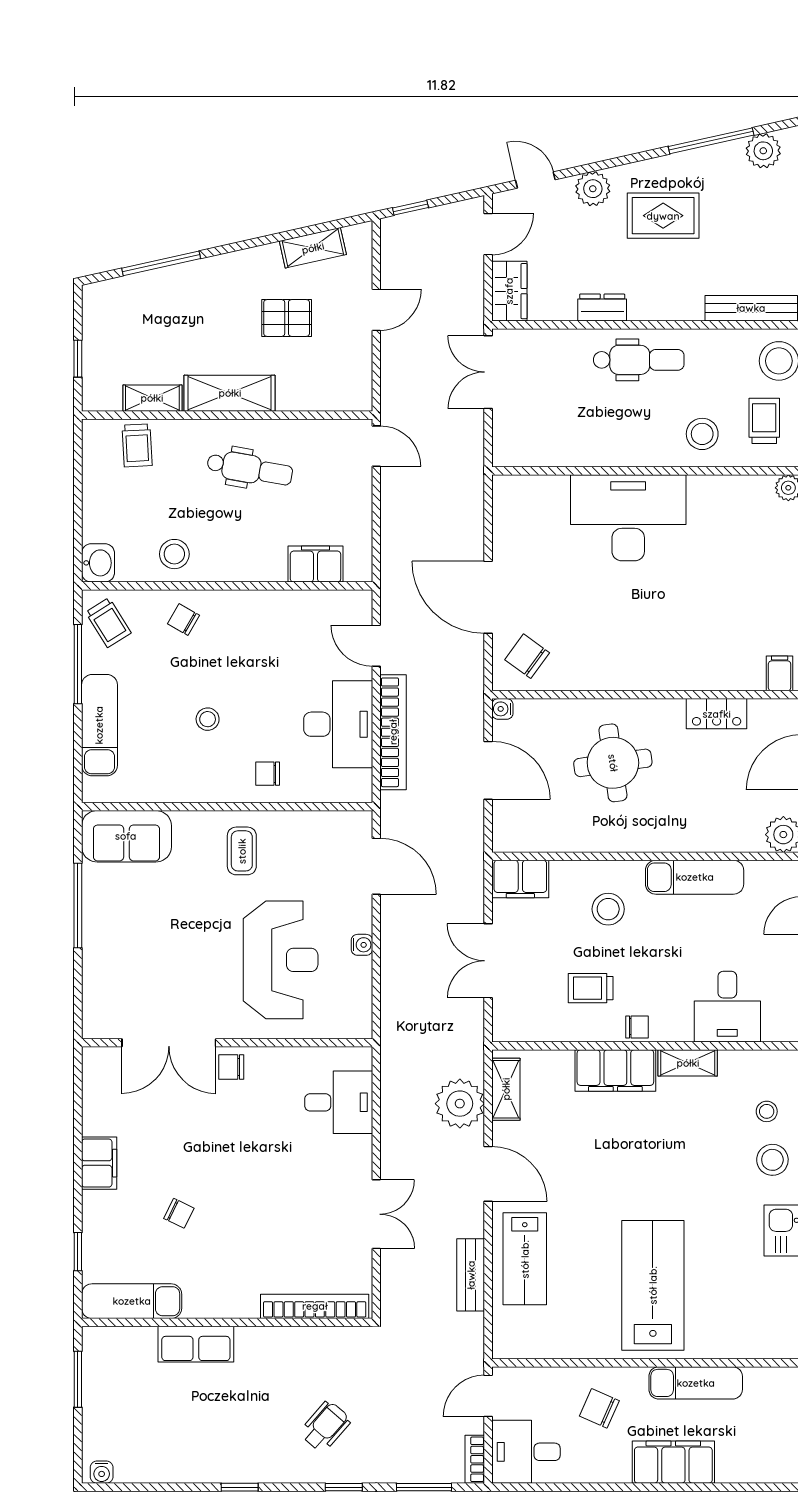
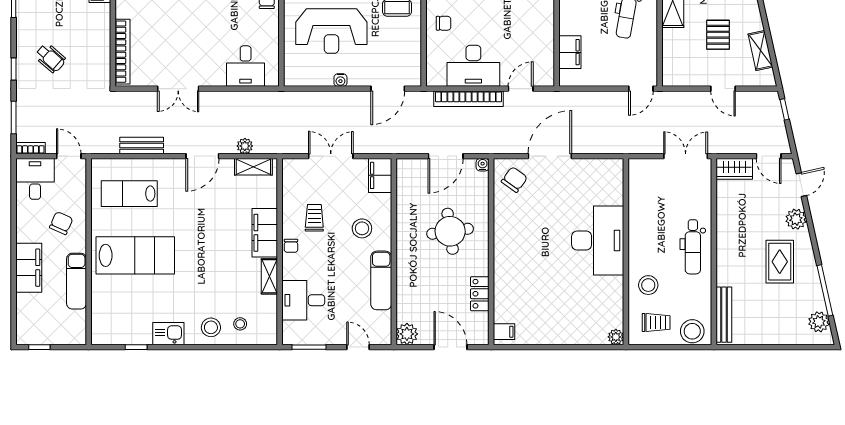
dresser: (602, 308) -> (724, 225), removed
chair: (268, 774) -> (444, 23), turned 90
plant: (460, 1104) -> (245, 146), width x0.53, depth x0.53
lab bench: (525, 1259) -> (129, 194), moved

